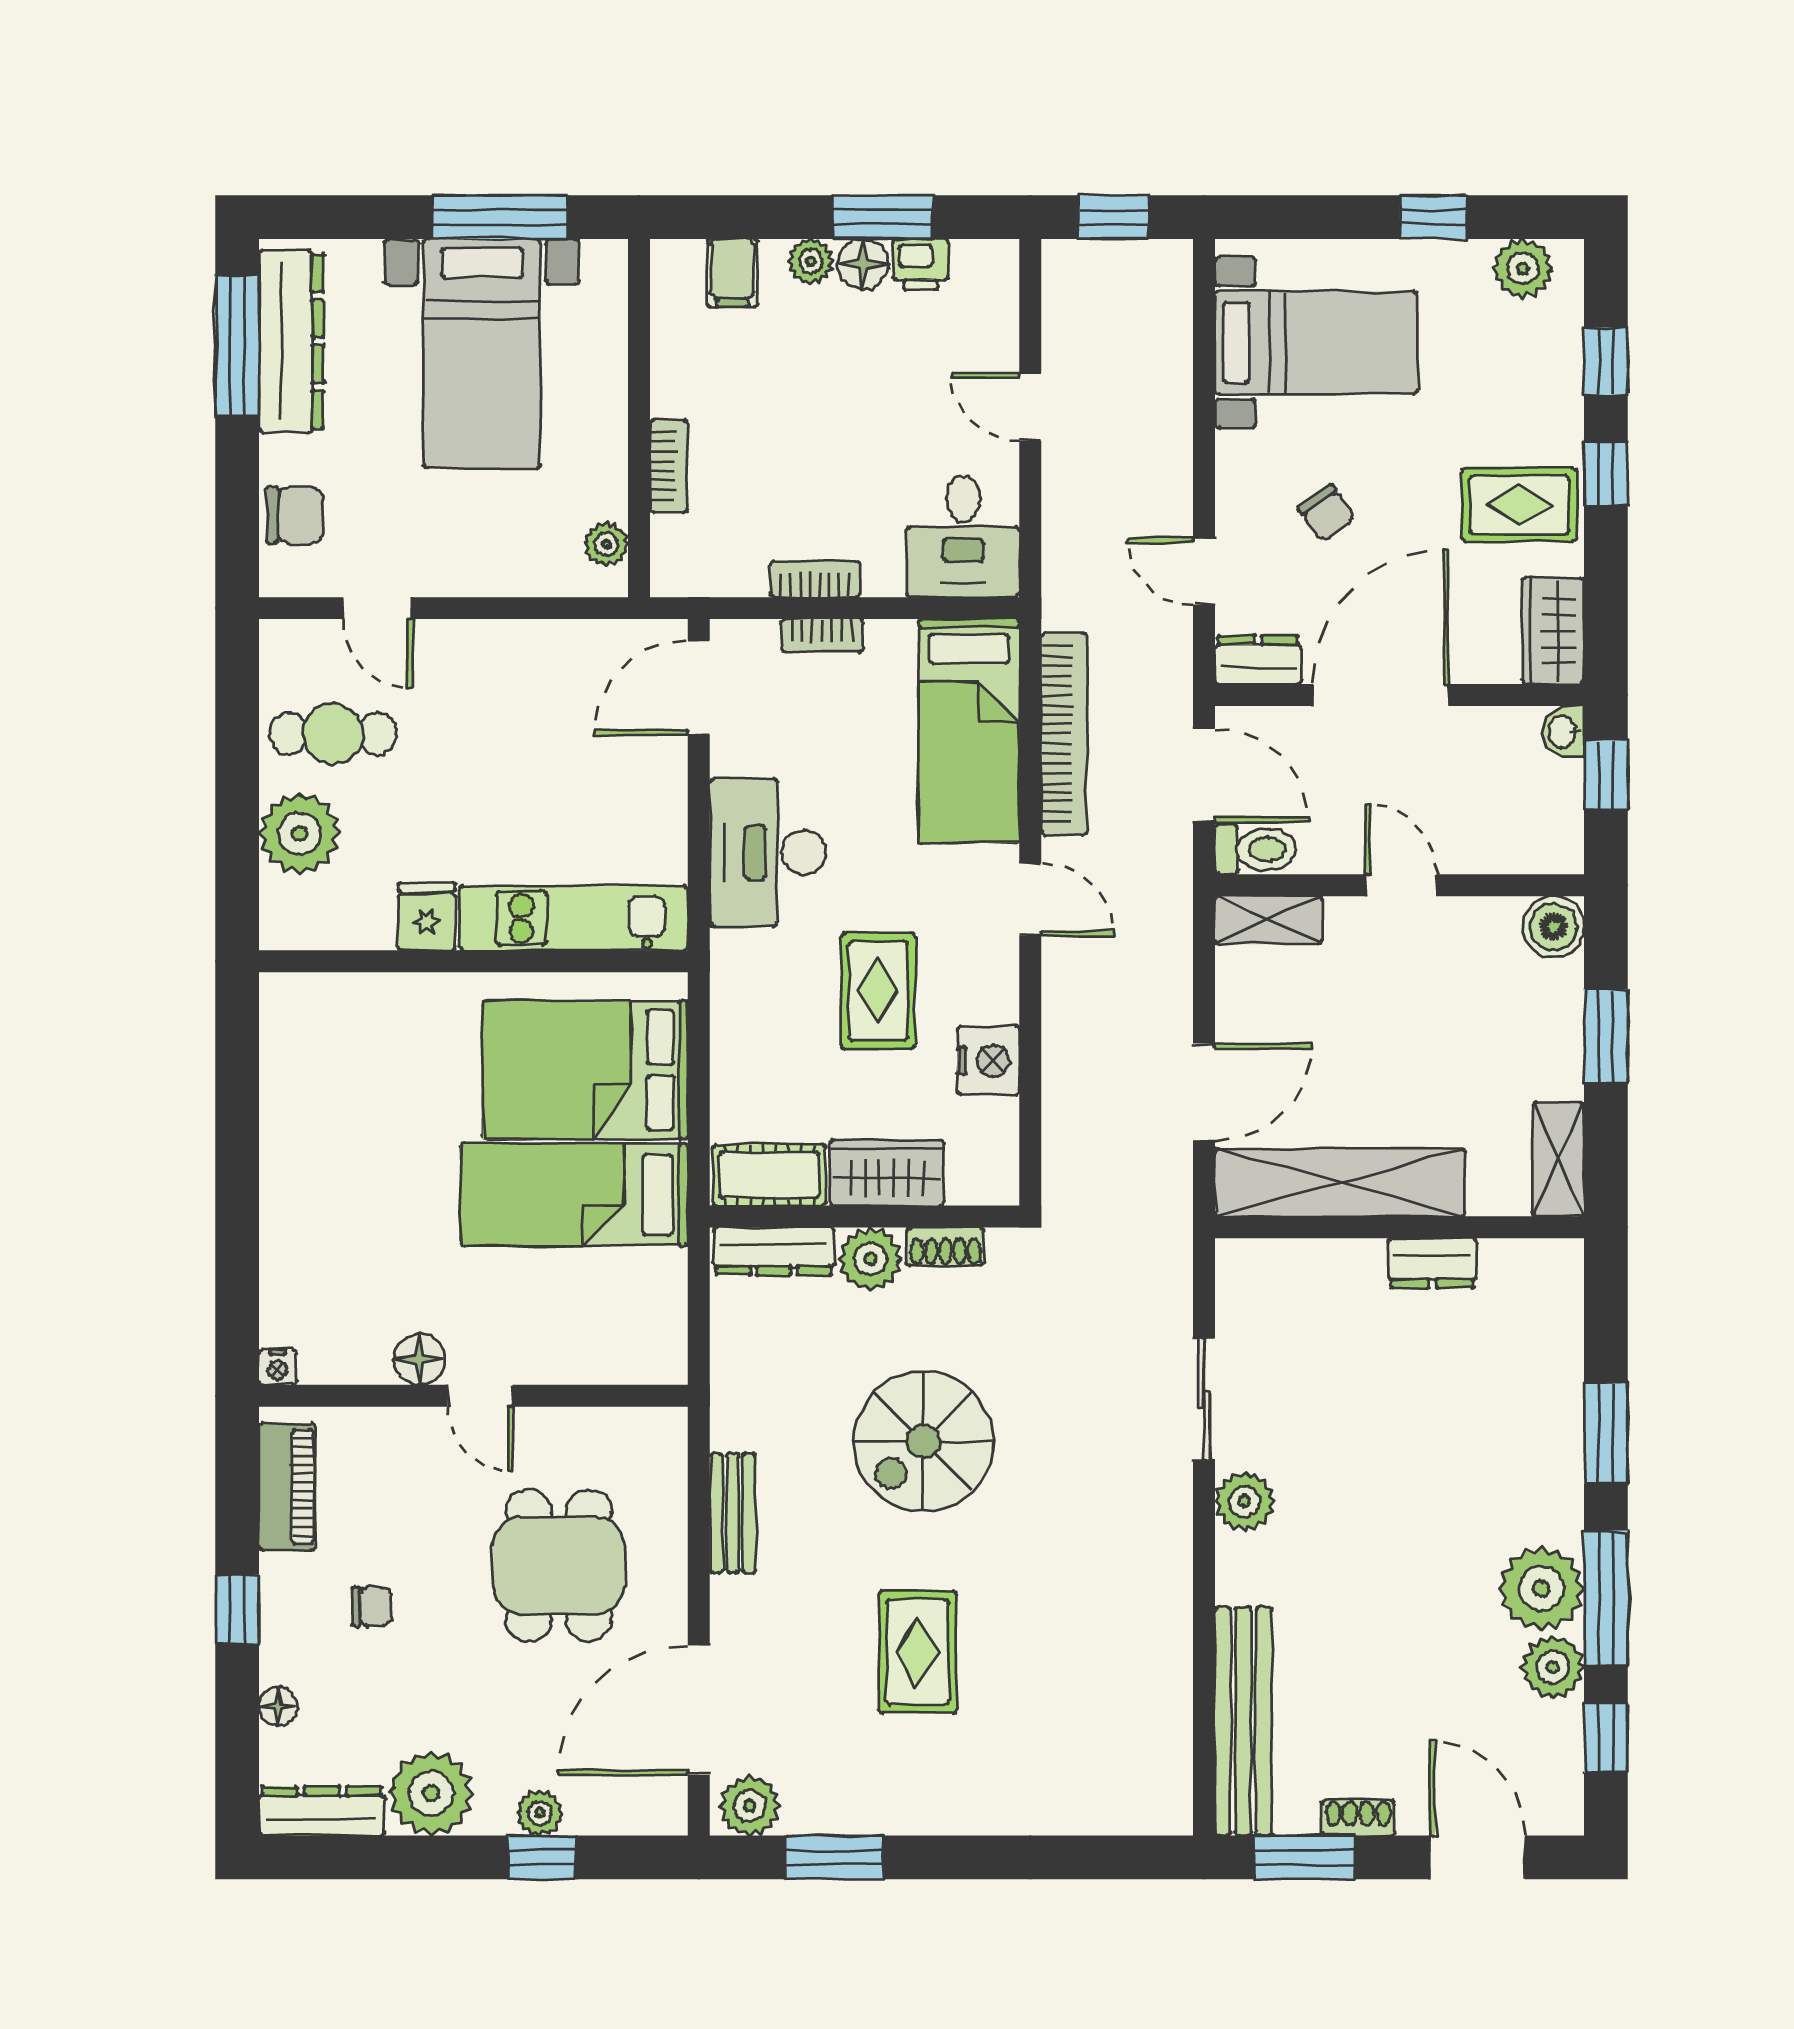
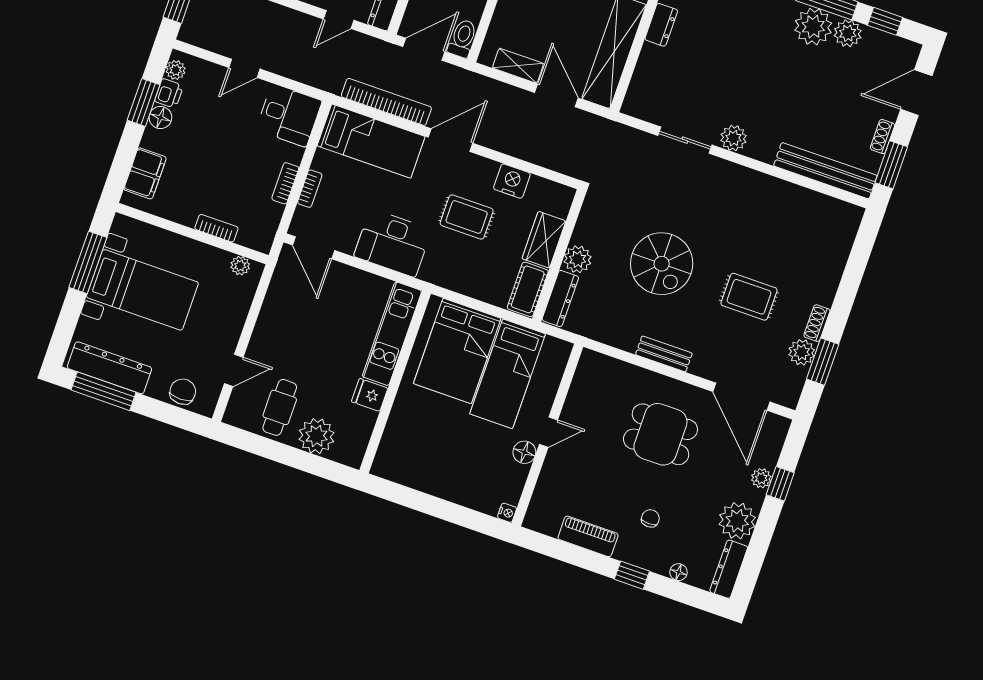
plant: (811, 261) -> (176, 70), moved
filing cabinet: (732, 273) -> (145, 173), width x2.00
door: (1030, 899) -> (451, 140), width x1.38
shelving: (1268, 920) -> (518, 66), moved, turned 90
shoe rack: (945, 1246) -> (817, 323), moved, turned 180
floor lamp: (419, 1359) -> (524, 452), moved
nightstand: (278, 1367) -> (507, 513), moved
wall: (473, 1396) -> (547, 435), moved
door: (480, 1396) -> (548, 432), moved
plant: (750, 1806) -> (802, 352), moved

